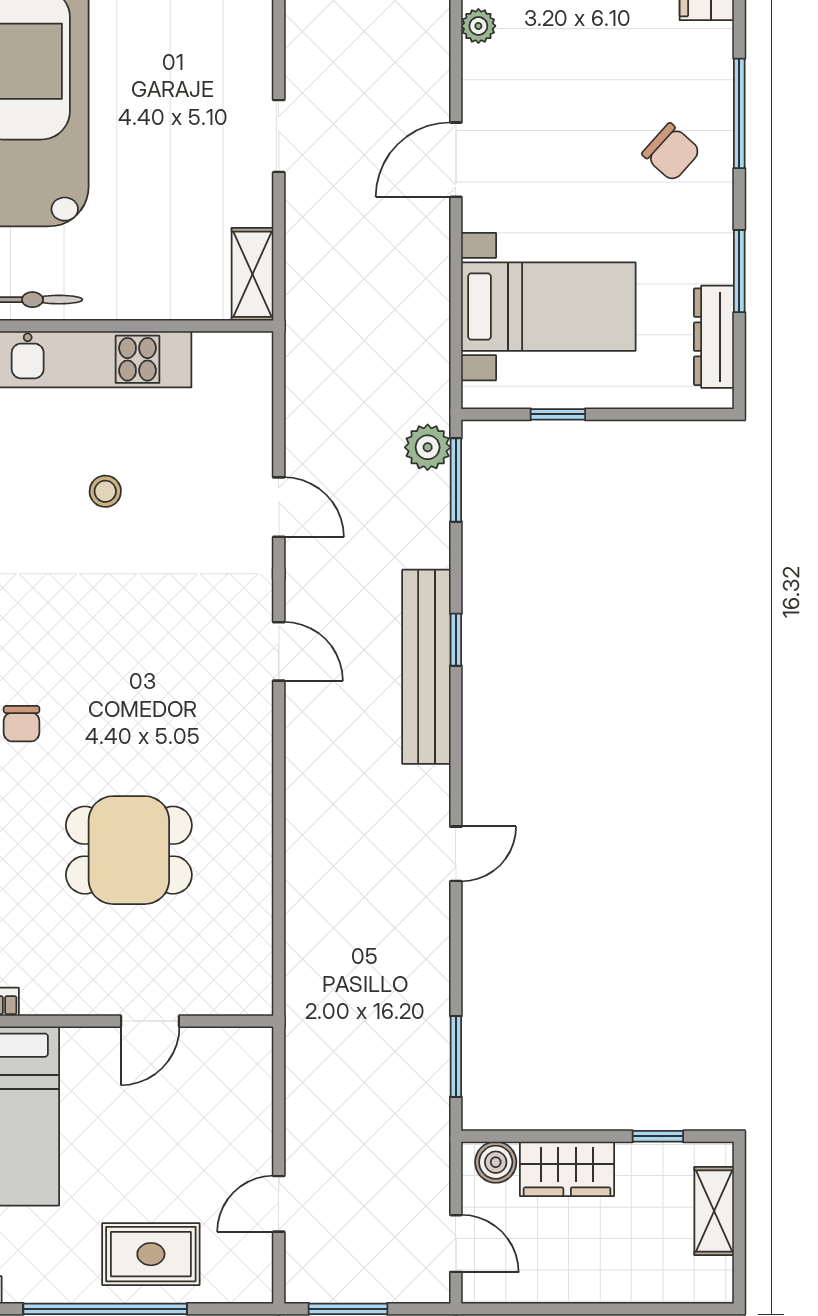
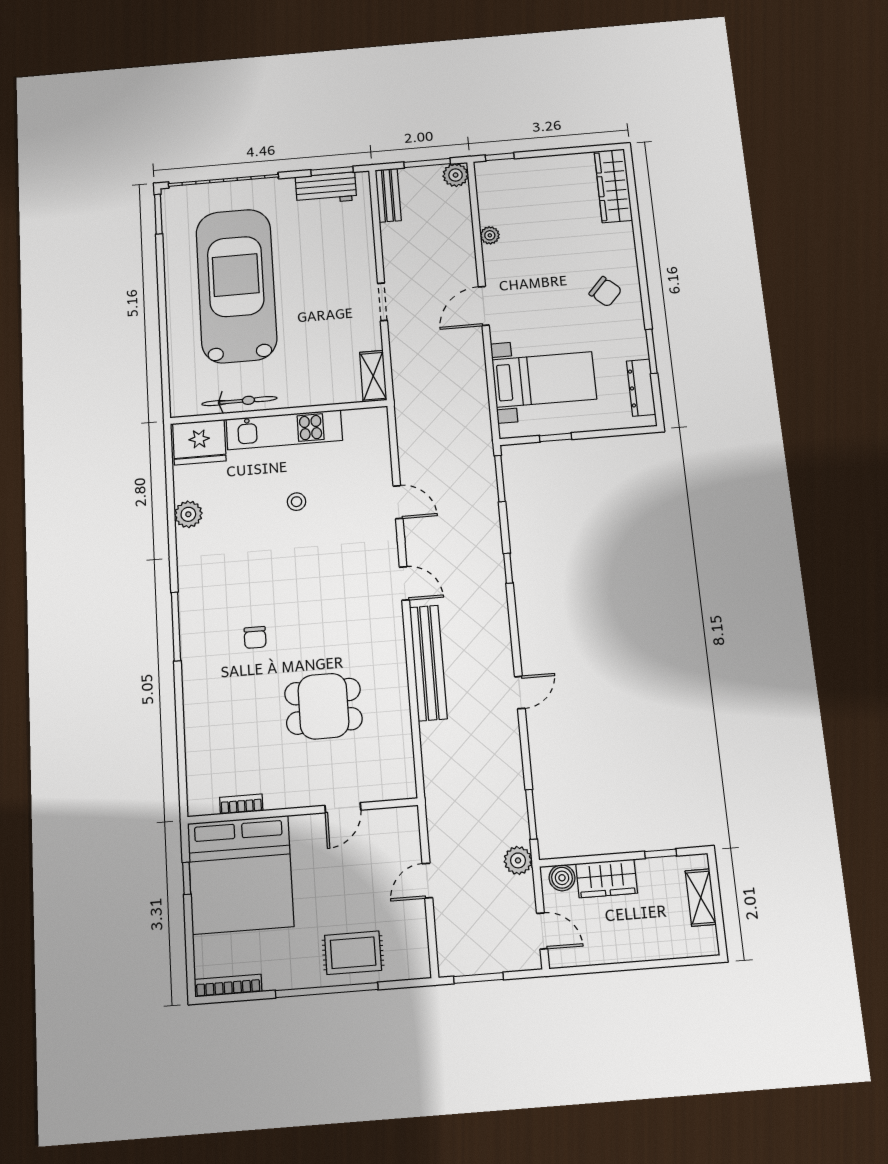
window: (739, 113) -> (641, 268), removed
plant: (428, 447) -> (518, 860), moved
bench: (426, 667) -> (428, 663), moved
door: (279, 1204) -> (427, 881), moved

